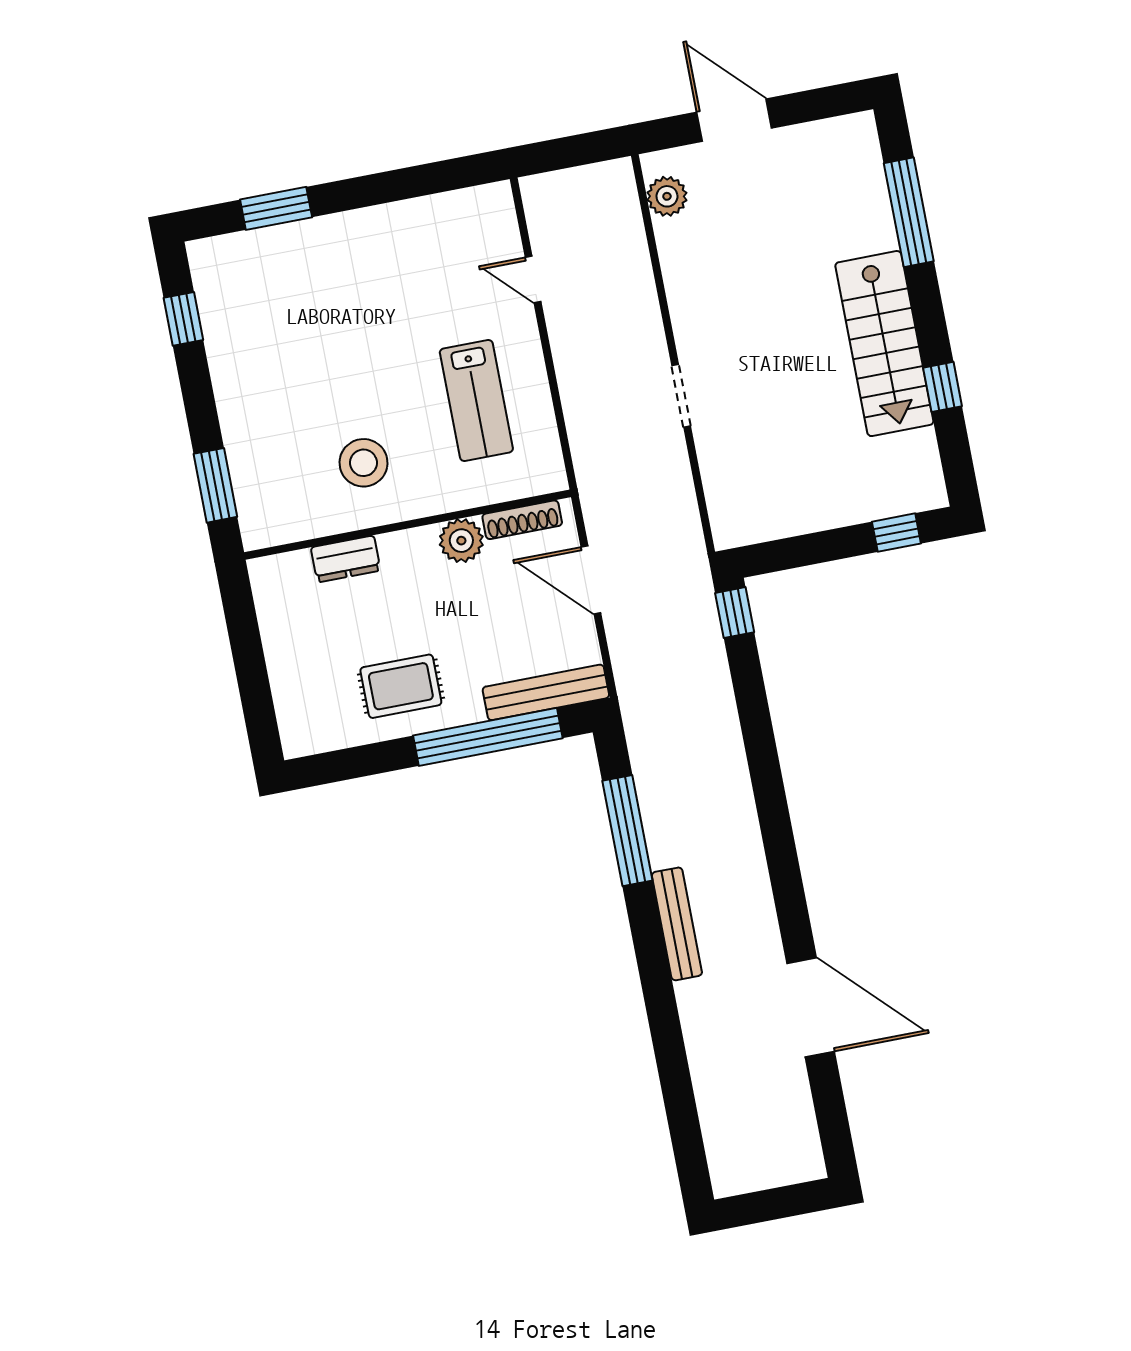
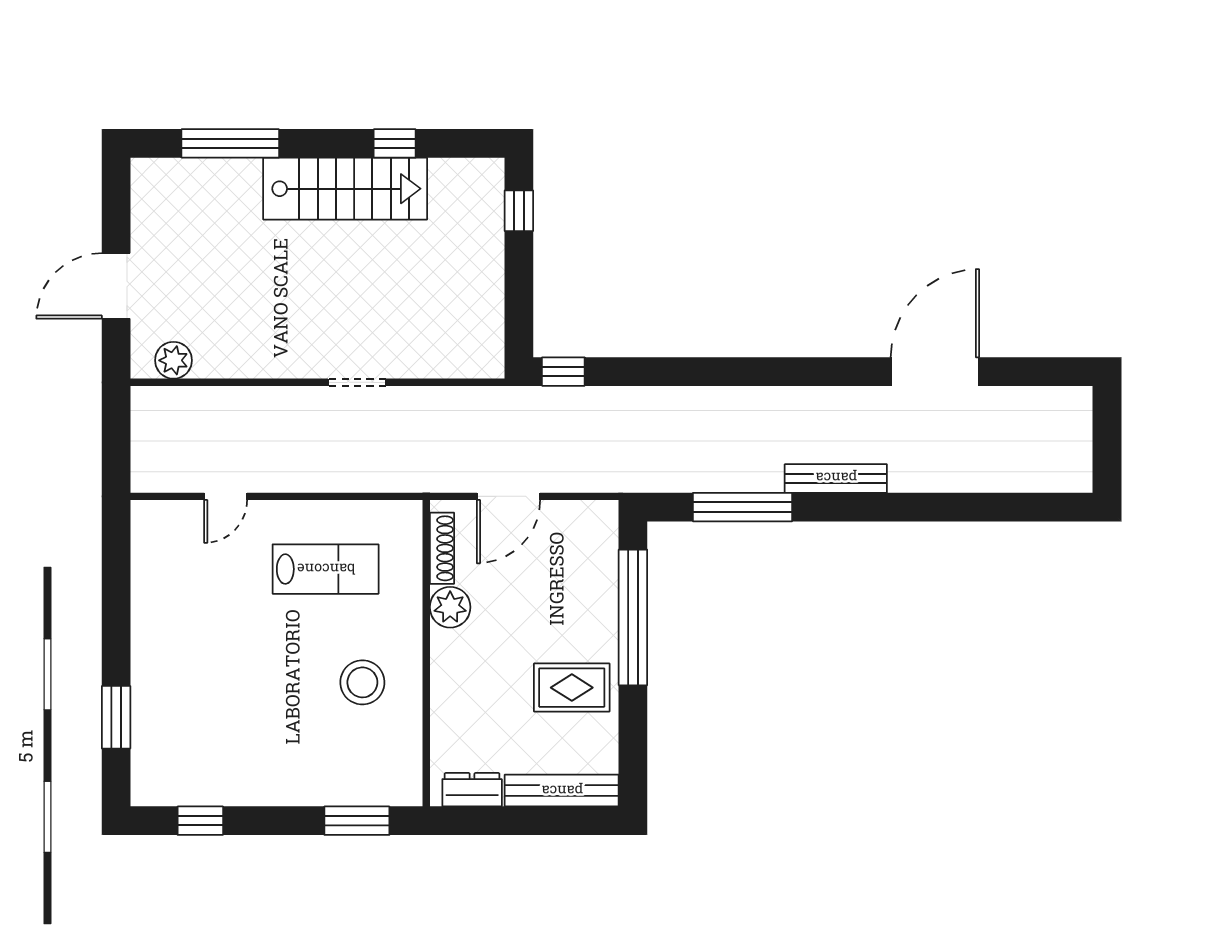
dresser: (346, 559) -> (472, 790), moved, turned -90
rug: (401, 686) -> (572, 688), turned 90
bench: (546, 692) -> (562, 791), moved, turned 90

